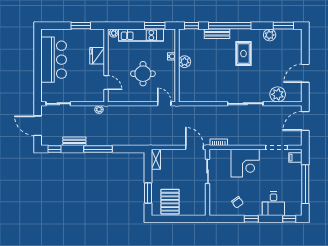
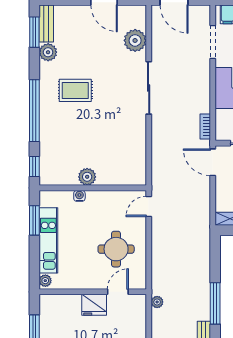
bench: (217, 34) -> (46, 23), moved
fridge: (97, 56) -> (94, 305), moved
round table: (143, 74) -> (116, 249), moved
door: (194, 147) -> (213, 162), hinge flipped

